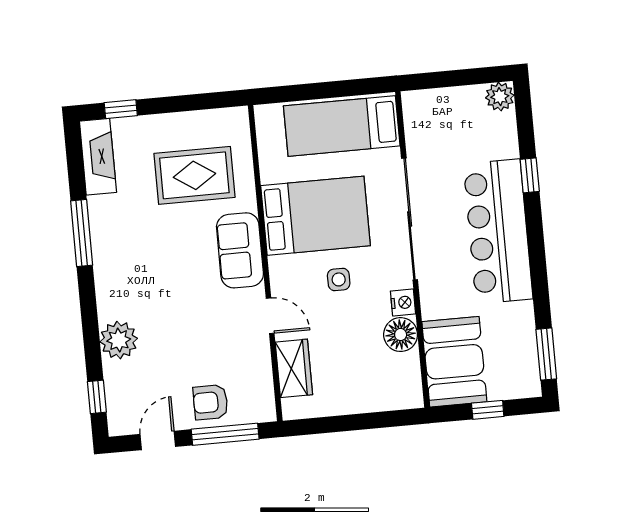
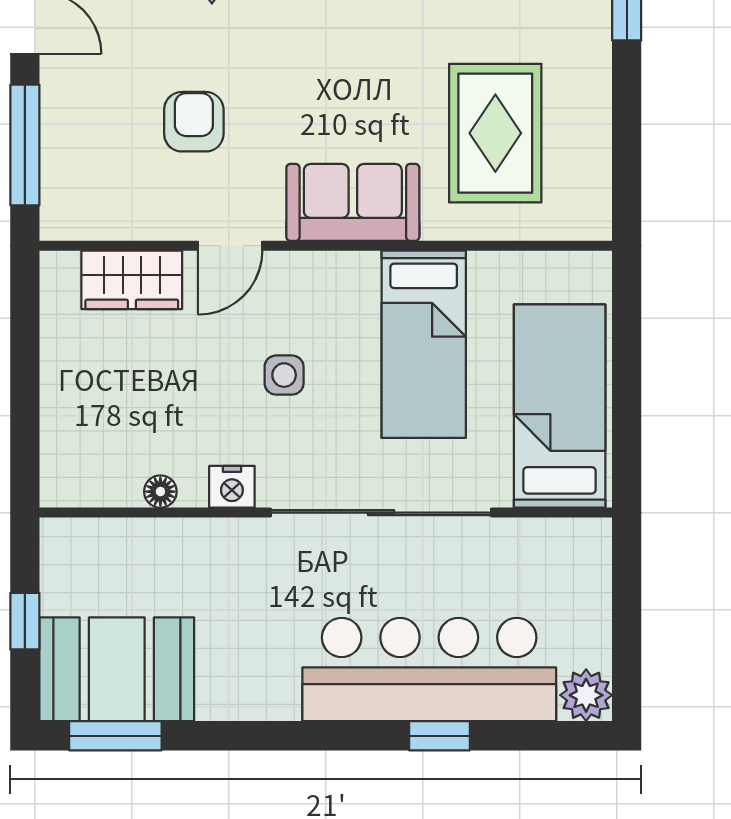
bed: (316, 216) -> (424, 344), width x0.67
bar counter: (498, 231) -> (429, 670), moved
floor lamp: (401, 335) -> (160, 492), width x0.53, depth x0.53
booth: (454, 362) -> (117, 669), moved
armchair: (211, 402) -> (194, 122), moved

